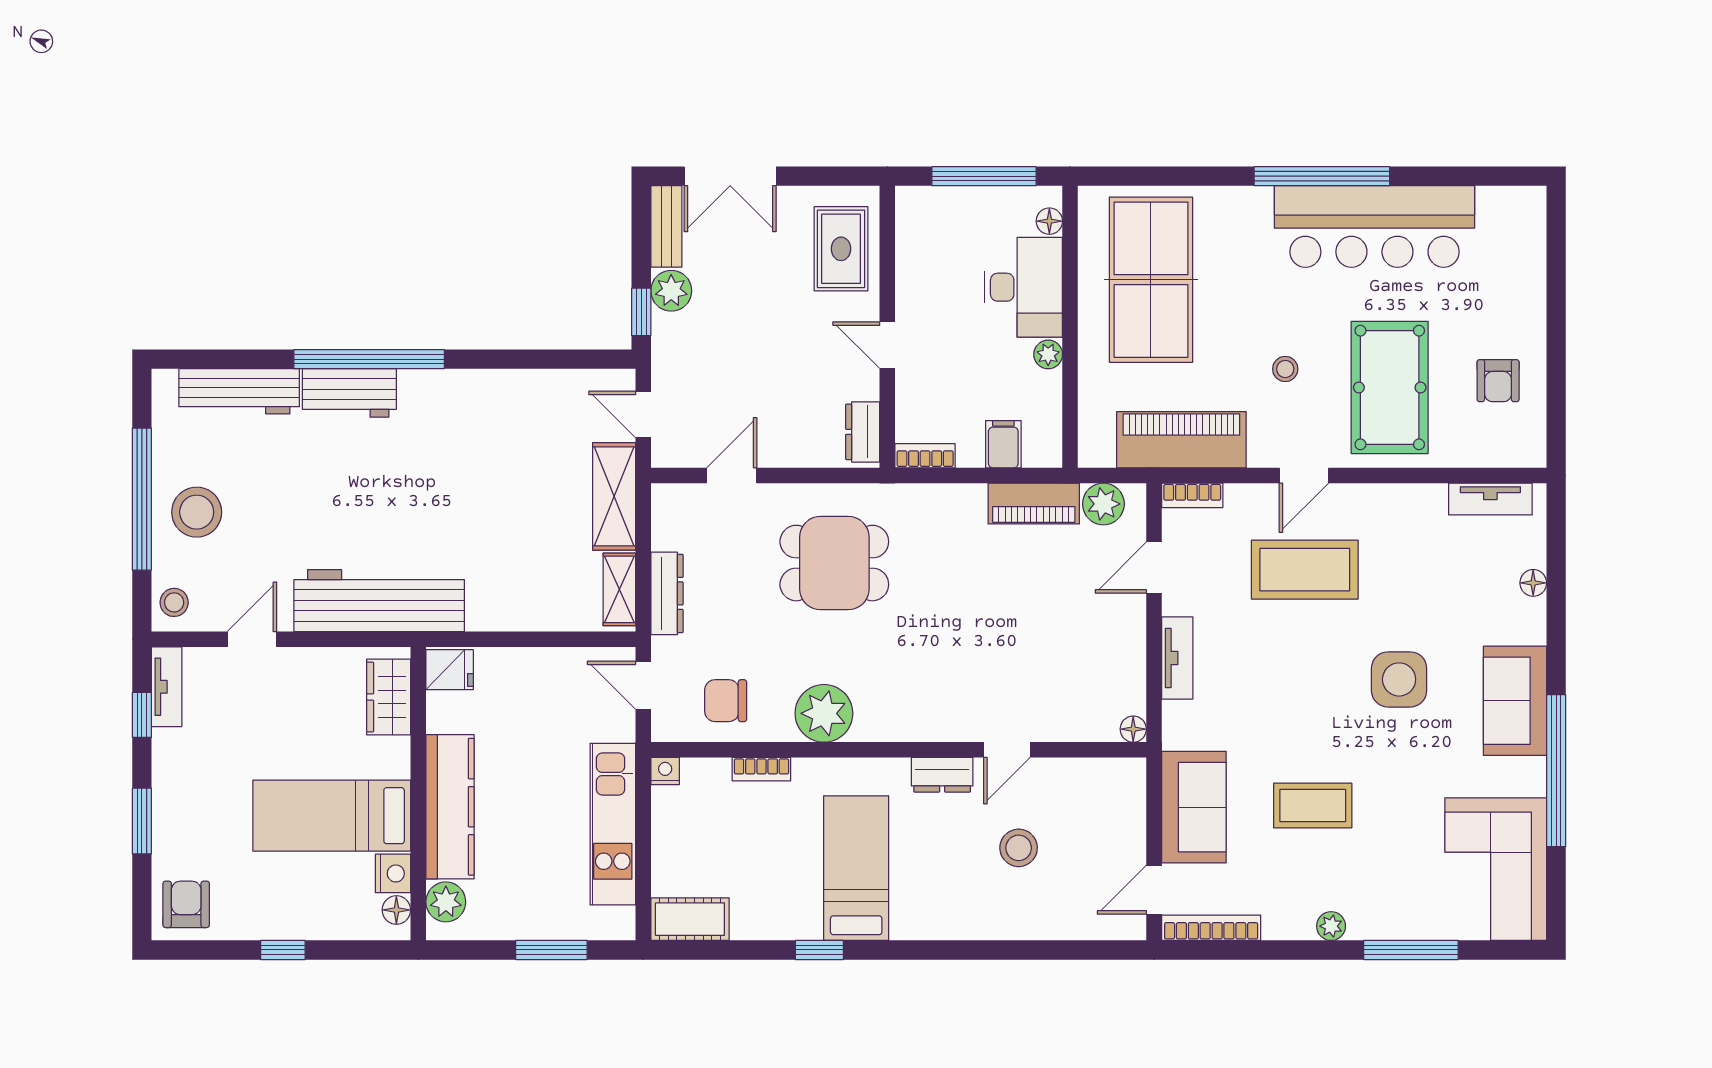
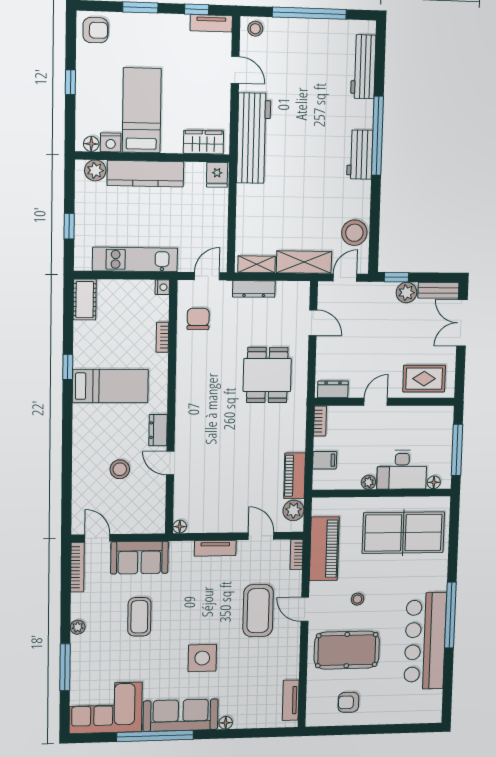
workbench: (349, 393) -> (360, 155), moved
stool: (197, 512) -> (354, 233), moved
floor lamp: (1533, 583) -> (226, 723), moved
sofa: (1515, 701) -> (181, 715), width x1.36
plant: (824, 713) -> (191, 370), removed
window: (551, 950) -> (69, 226), width x0.67

